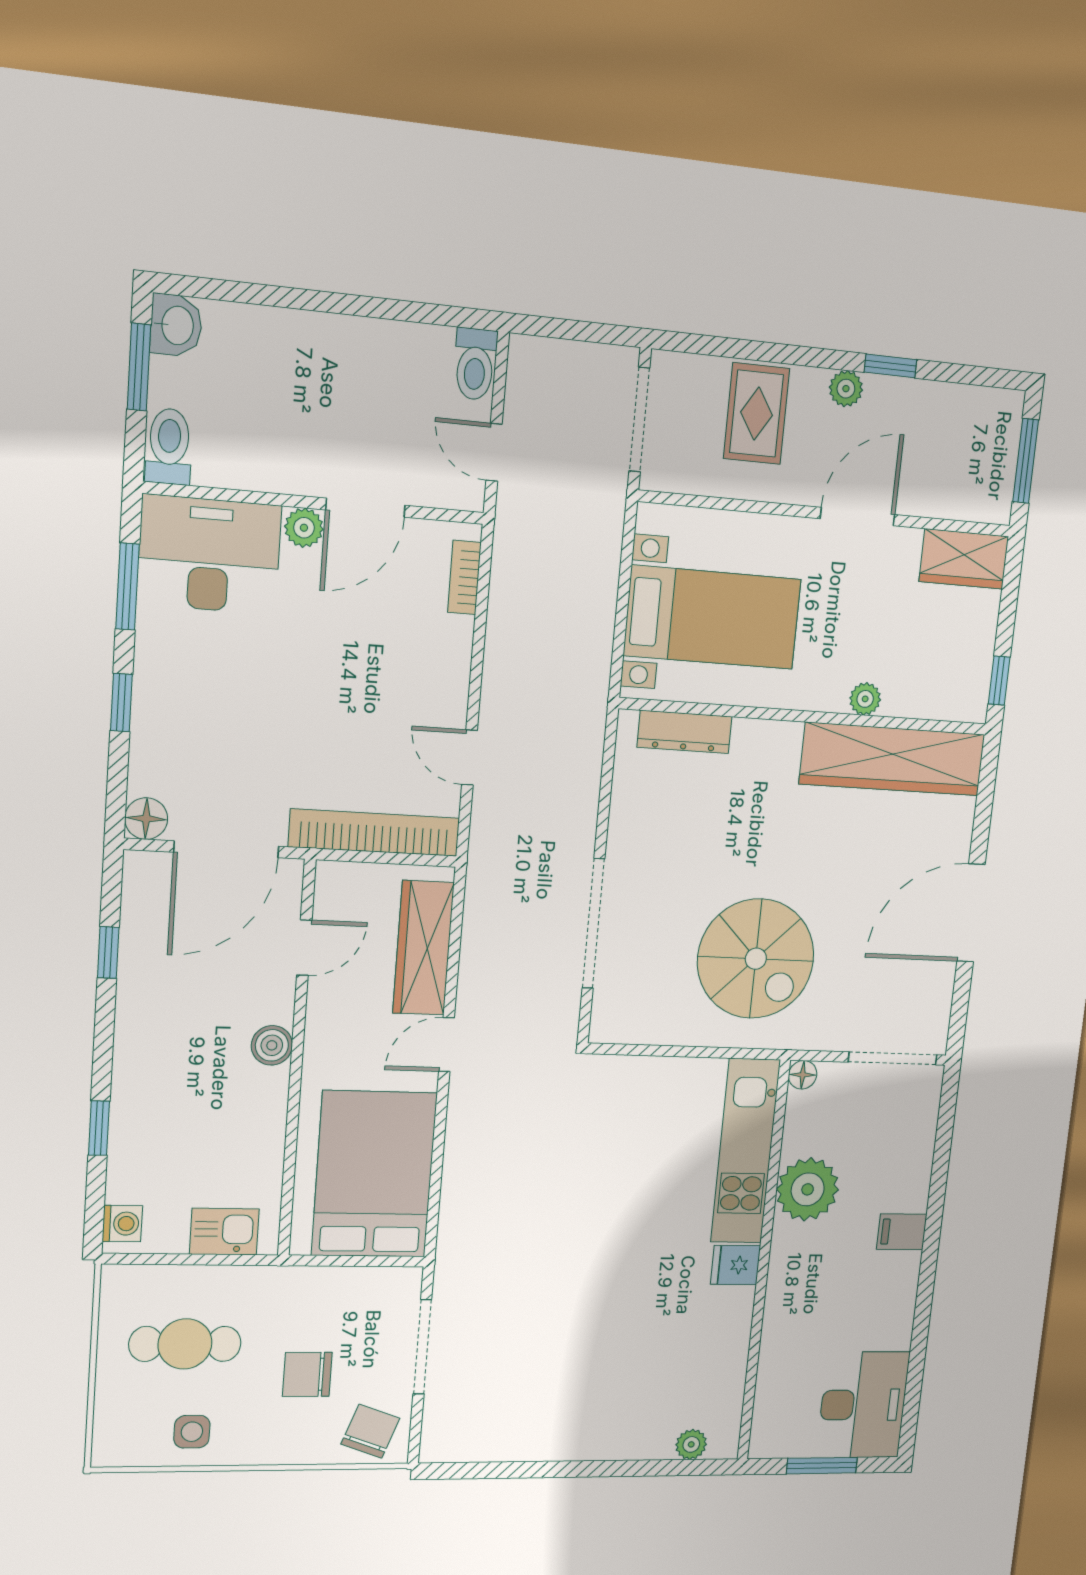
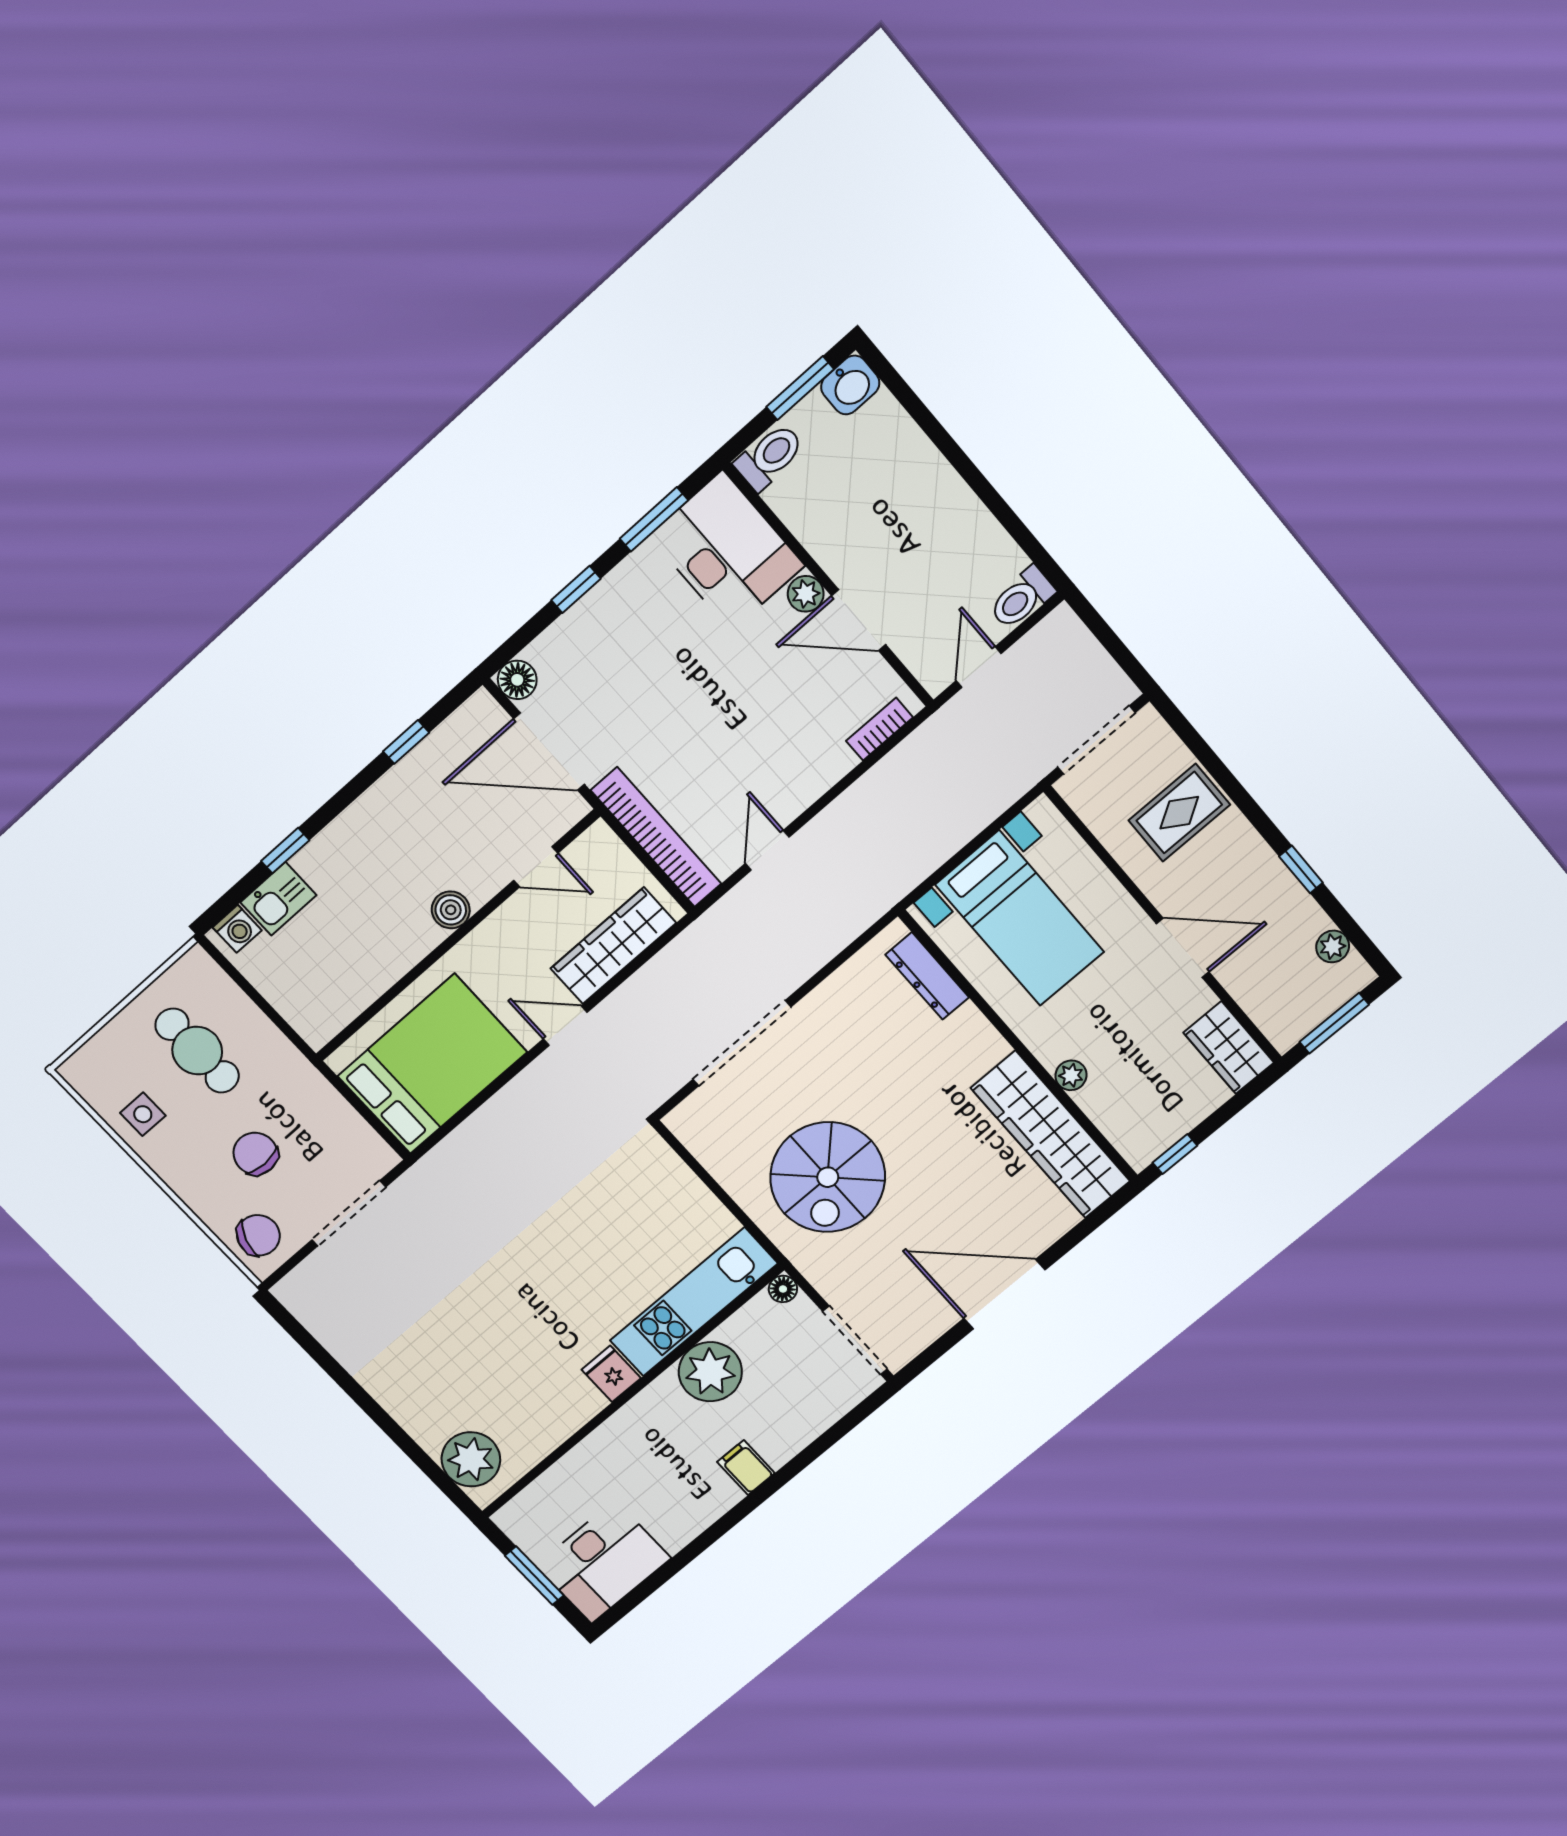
plant: (846, 389) -> (1333, 946), moved
kitchen sink: (224, 1232) -> (278, 899), moved, turned 90
plant: (691, 1444) -> (471, 1459), width x1.88, depth x1.88

